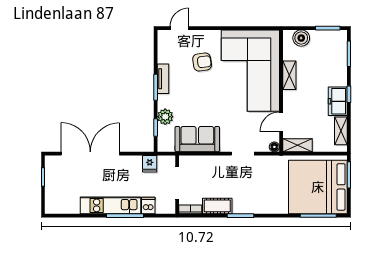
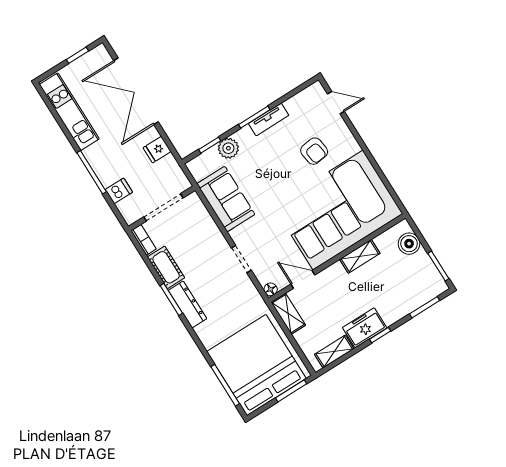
double door: (90, 154) -> (136, 91), swing flipped
fridge: (150, 164) -> (157, 150), moved
kitchen unit: (110, 205) -> (69, 112), moved
dresser: (250, 207) -> (188, 304), added

